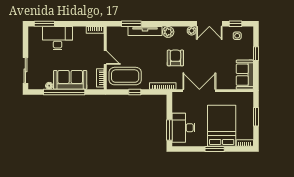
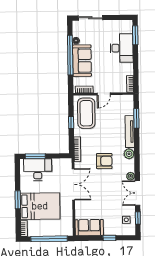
window: (256, 117) -> (49, 239), width x2.11

